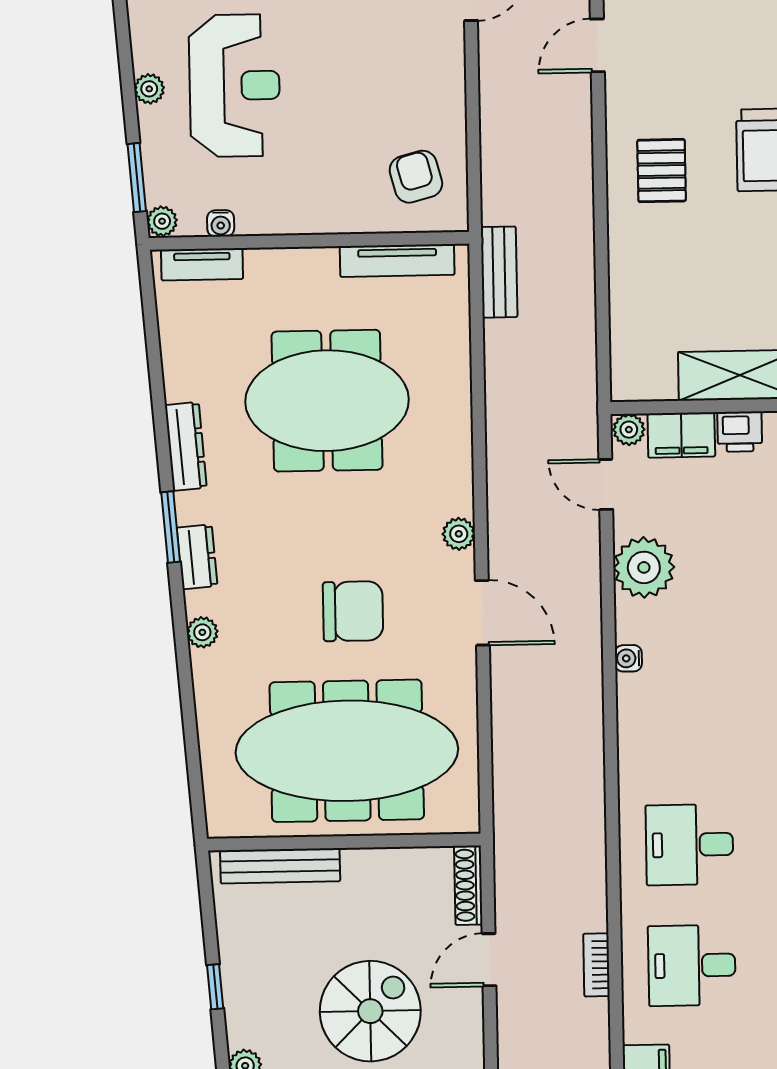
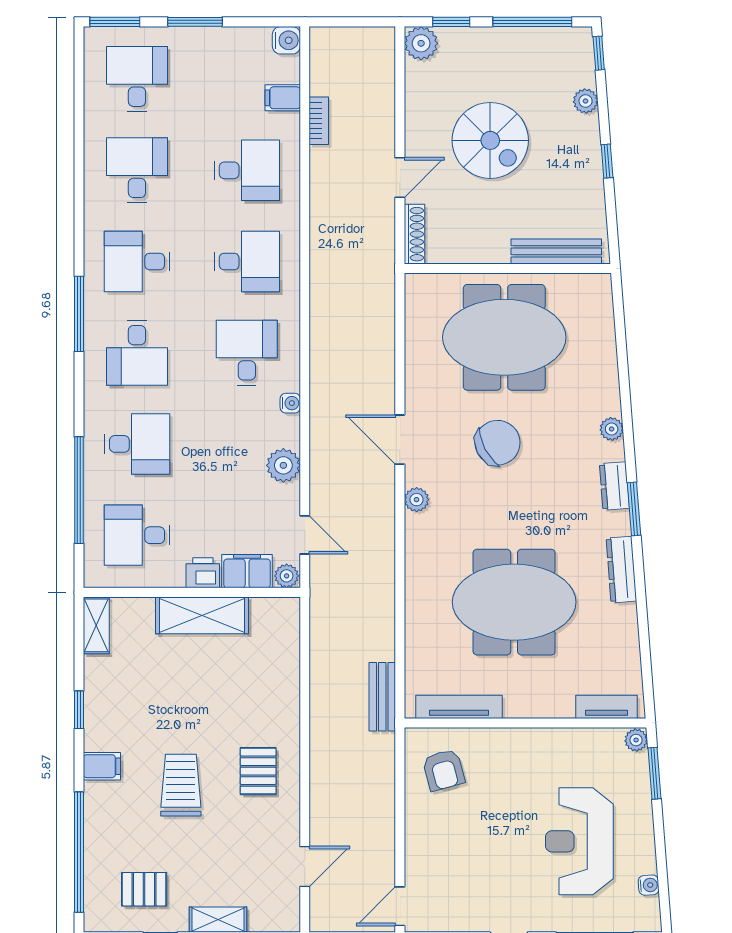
plant: (149, 89) -> (644, 840), removed
water cooler: (221, 223) -> (649, 885), moved, turned 86
plant: (644, 567) -> (283, 465), width x0.73, depth x0.73
chair: (353, 611) -> (498, 443), turned 152
desk: (687, 724) -> (247, 353), added
meeting table: (347, 751) -> (504, 337), width x0.73
bookcase: (597, 965) -> (319, 121), moved
spiral stairs: (370, 1011) -> (490, 140), turned -90

